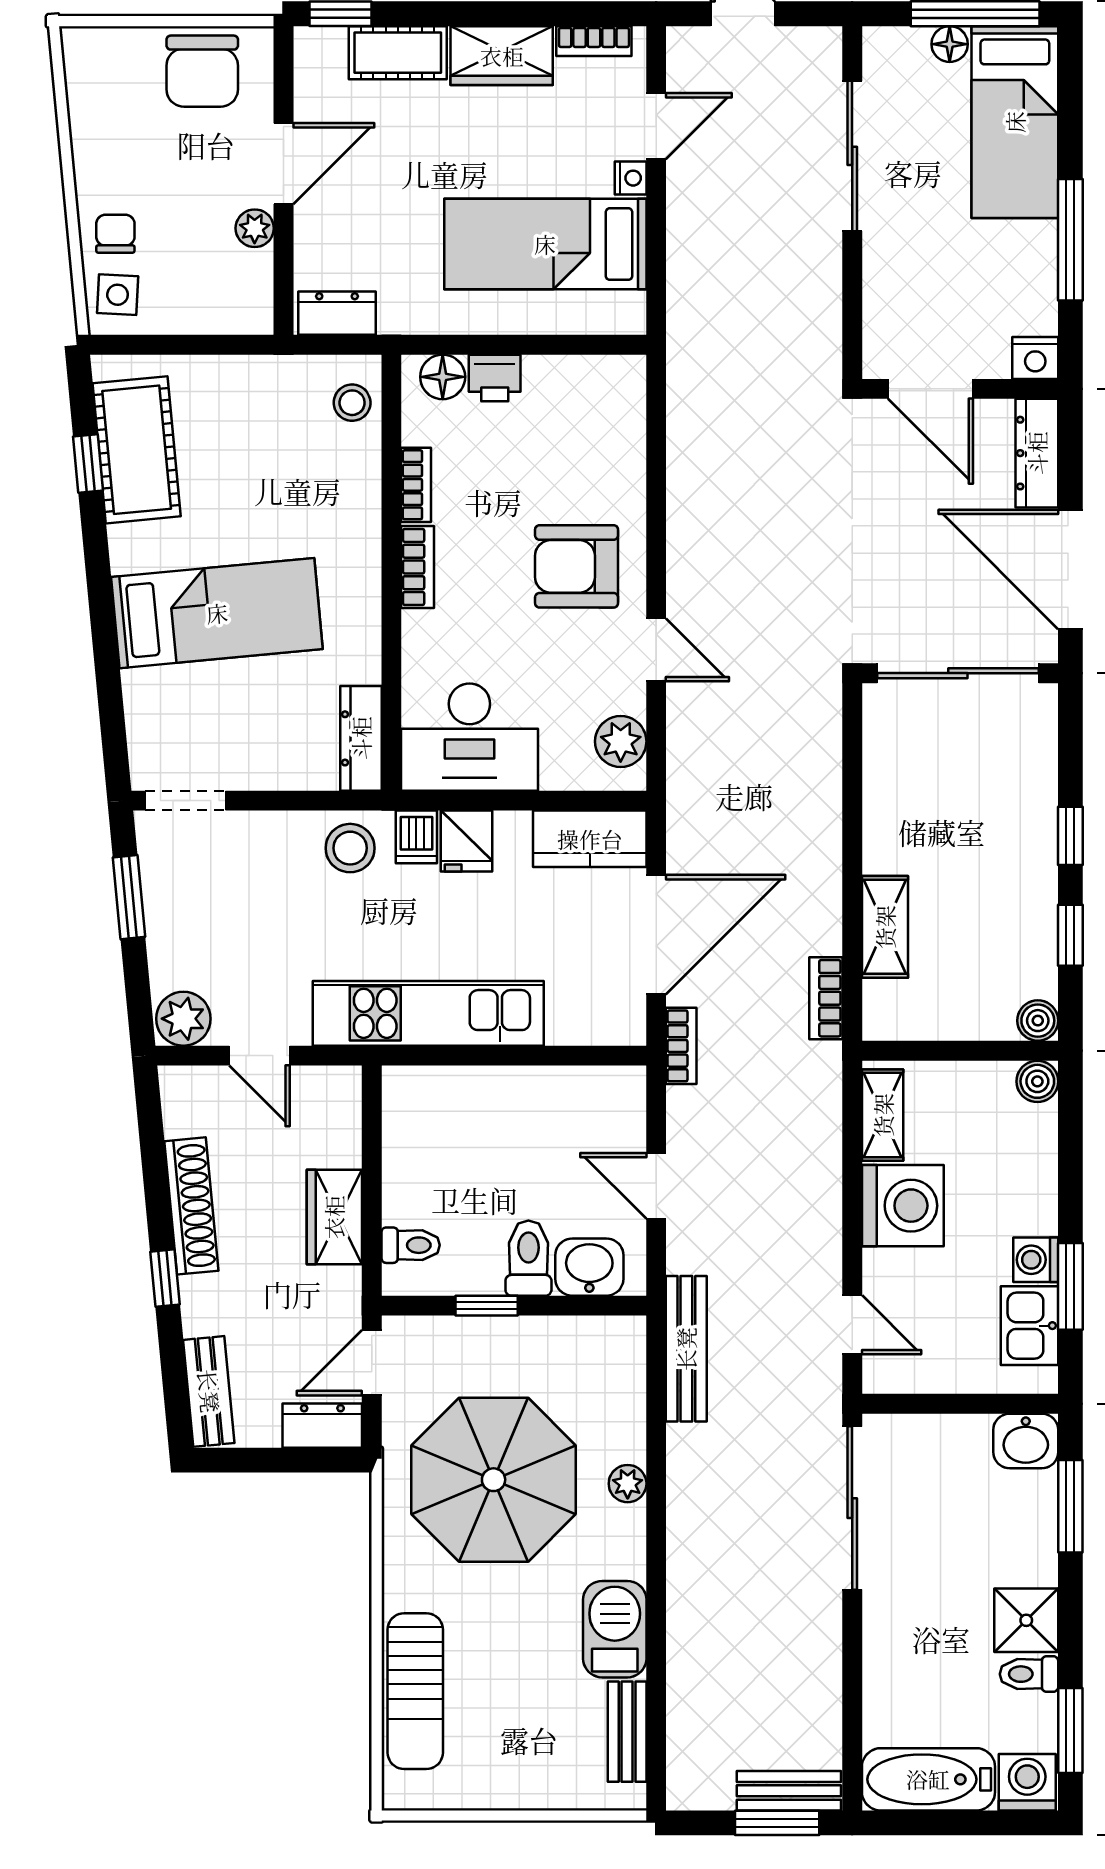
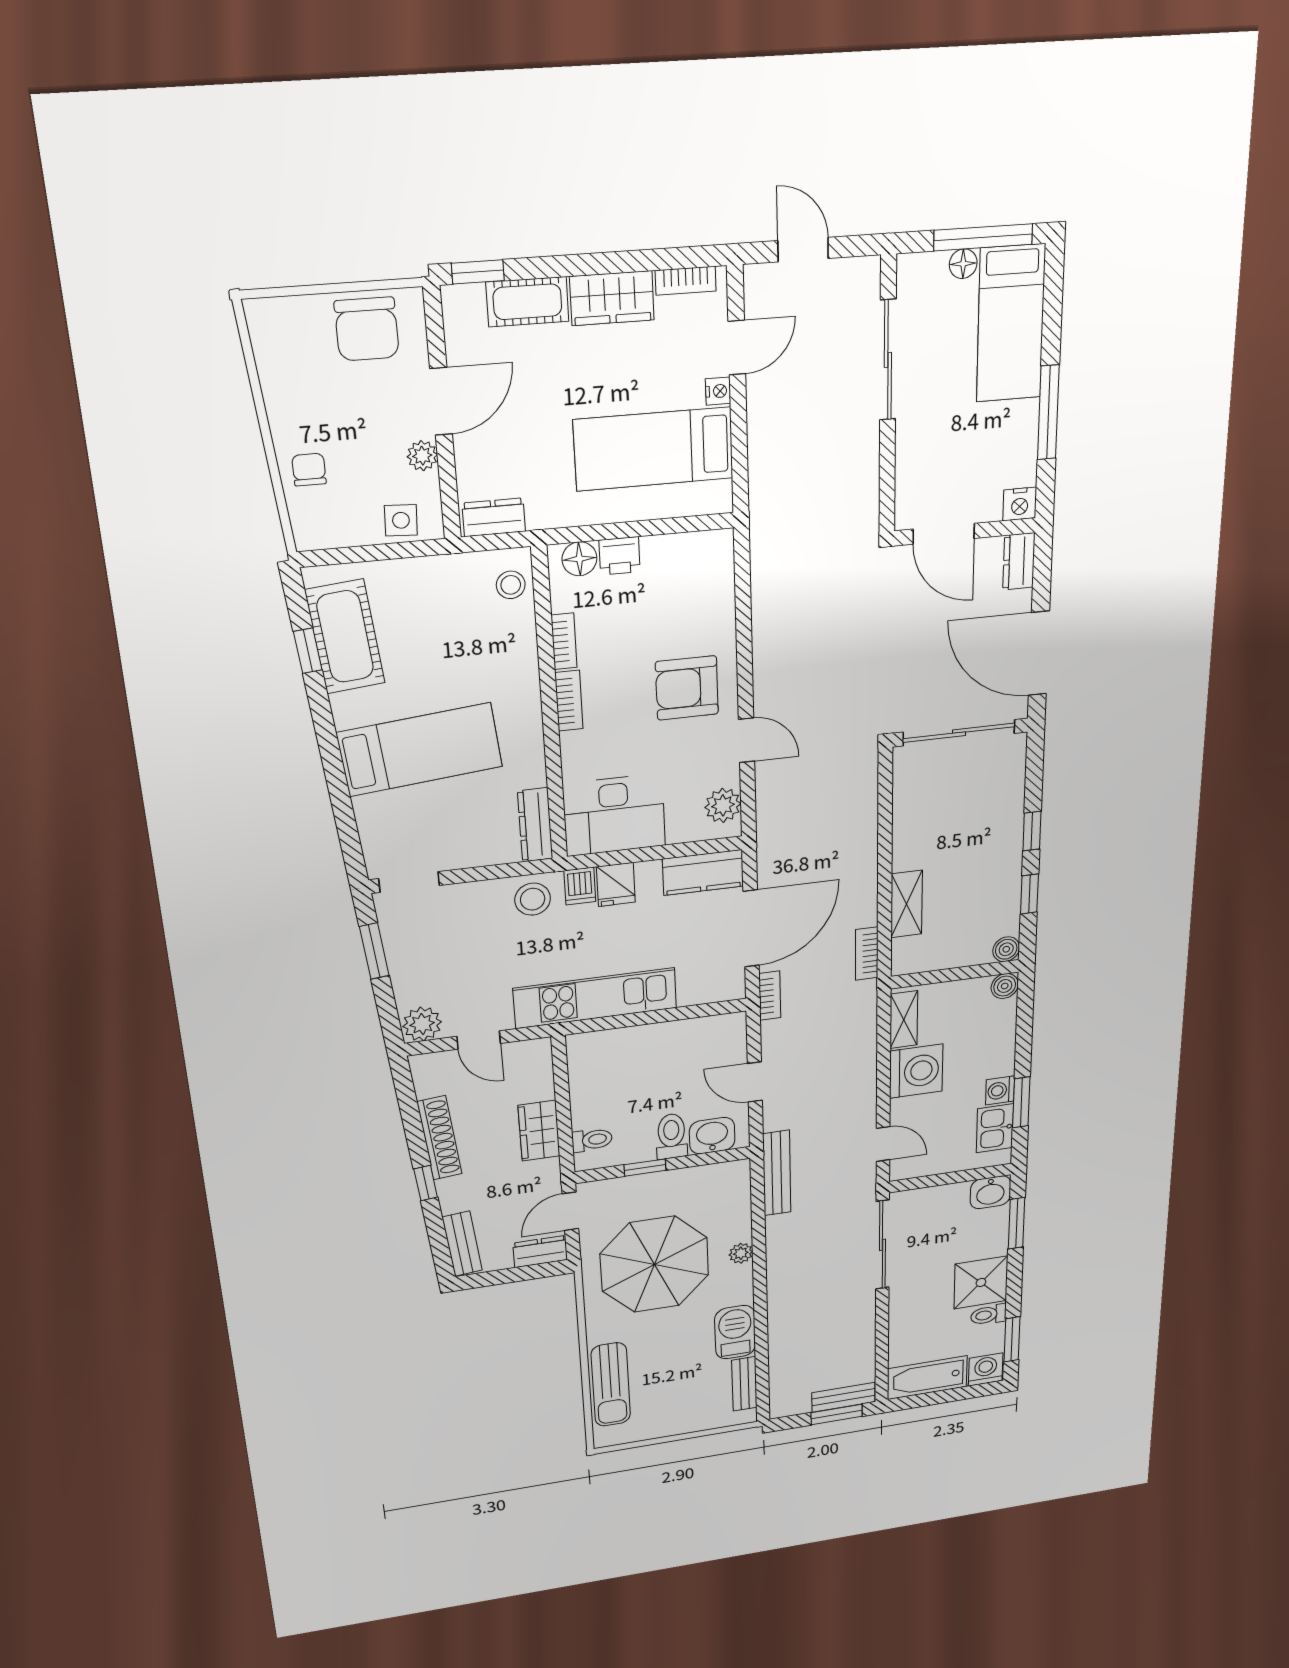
side table: (118, 295) -> (401, 520), moved
dresser: (1037, 453) -> (1019, 561), width x0.70
shower: (1026, 1620) -> (981, 1282), width x1.36, depth x1.36

